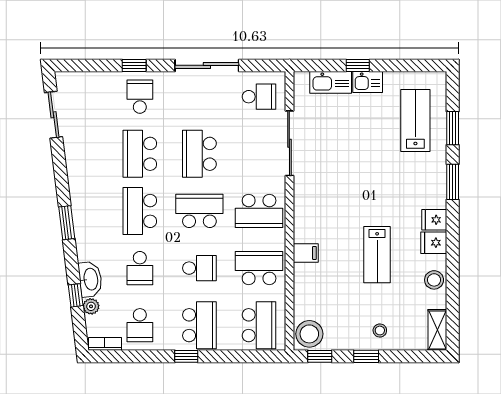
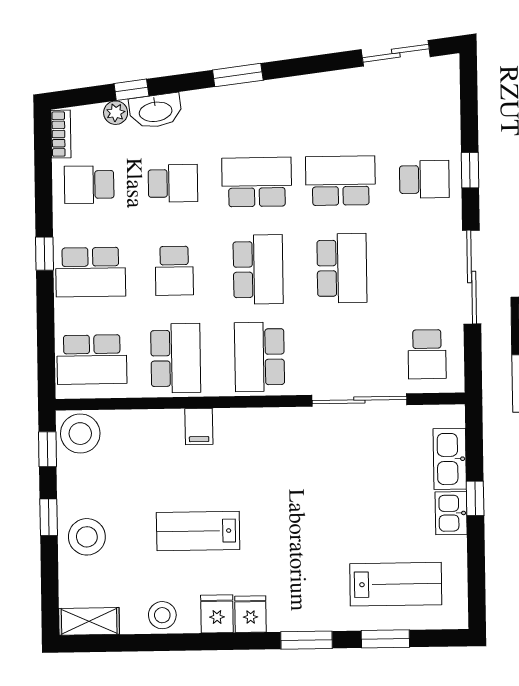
school desk: (199, 154) -> (342, 268), turned 90
school desk: (140, 268) -> (173, 183), turned 180
stool: (380, 330) -> (87, 537), width x1.89, depth x1.89

